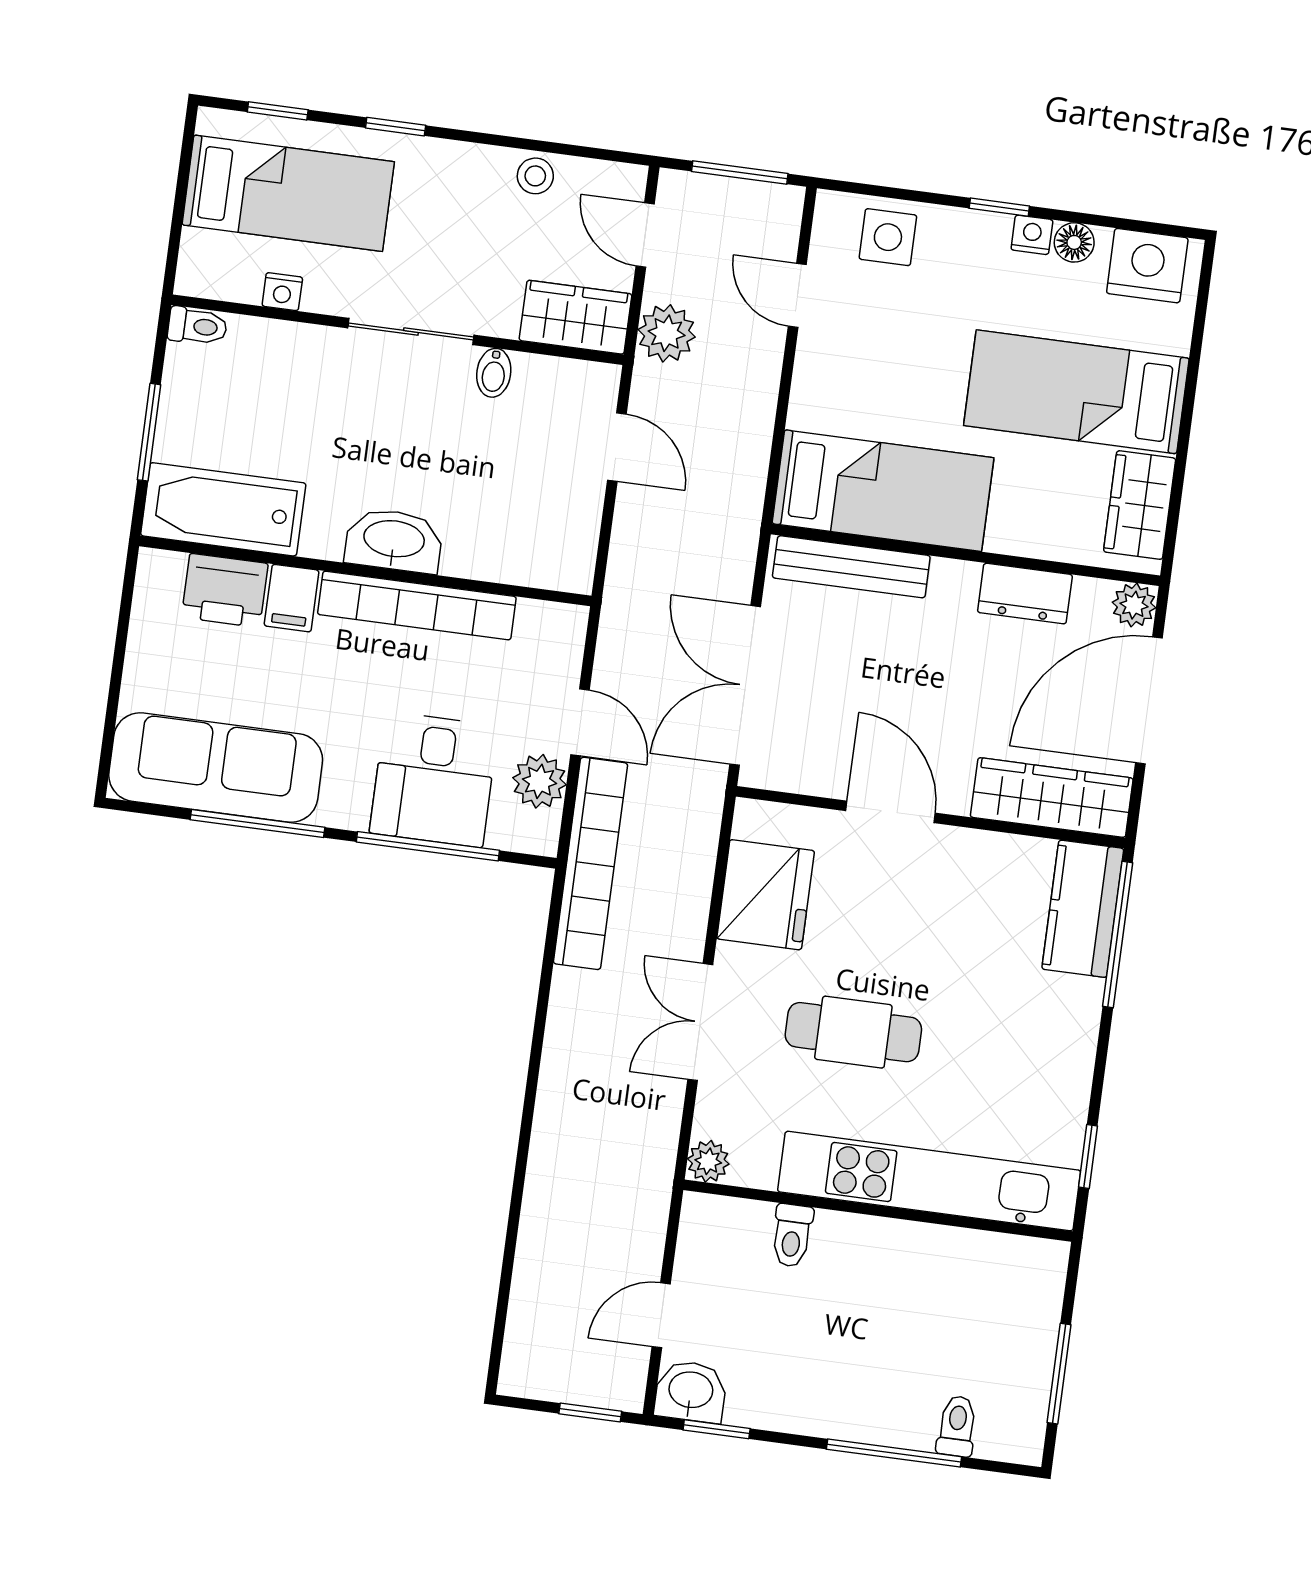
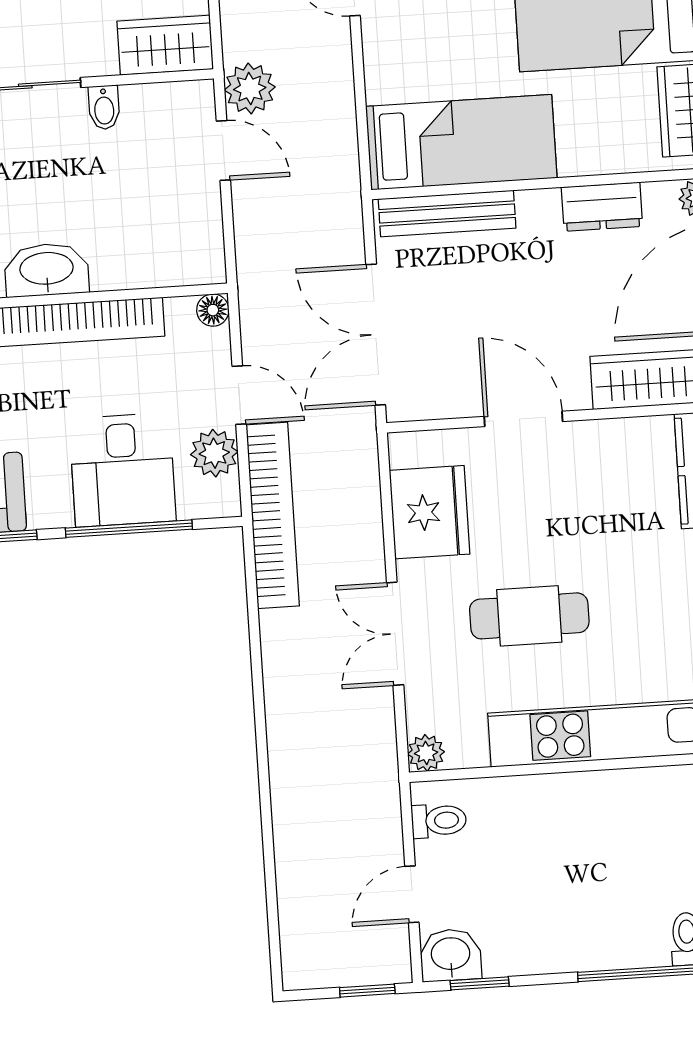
plant: (667, 333) -> (250, 89), moved
floor lamp: (570, 622) -> (213, 310), added
toilet: (792, 1235) -> (439, 821), moved, turned -90

